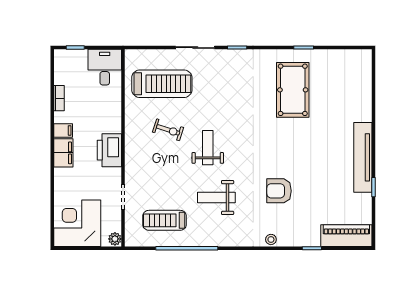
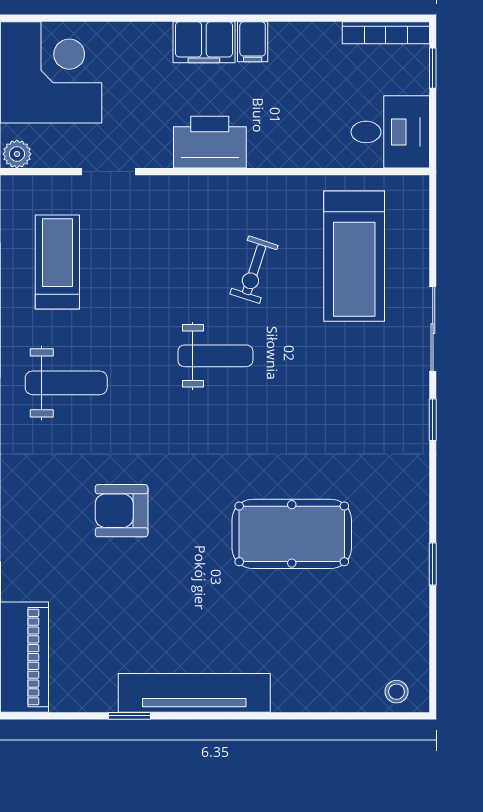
pool table: (293, 90) -> (292, 534), moved
bookcase: (59, 98) -> (386, 33), moved, width x1.56
armchair: (279, 191) -> (122, 511), turned -90
weight bench: (216, 198) -> (66, 383), moved, turned 90
stool: (271, 239) -> (396, 692), moved

